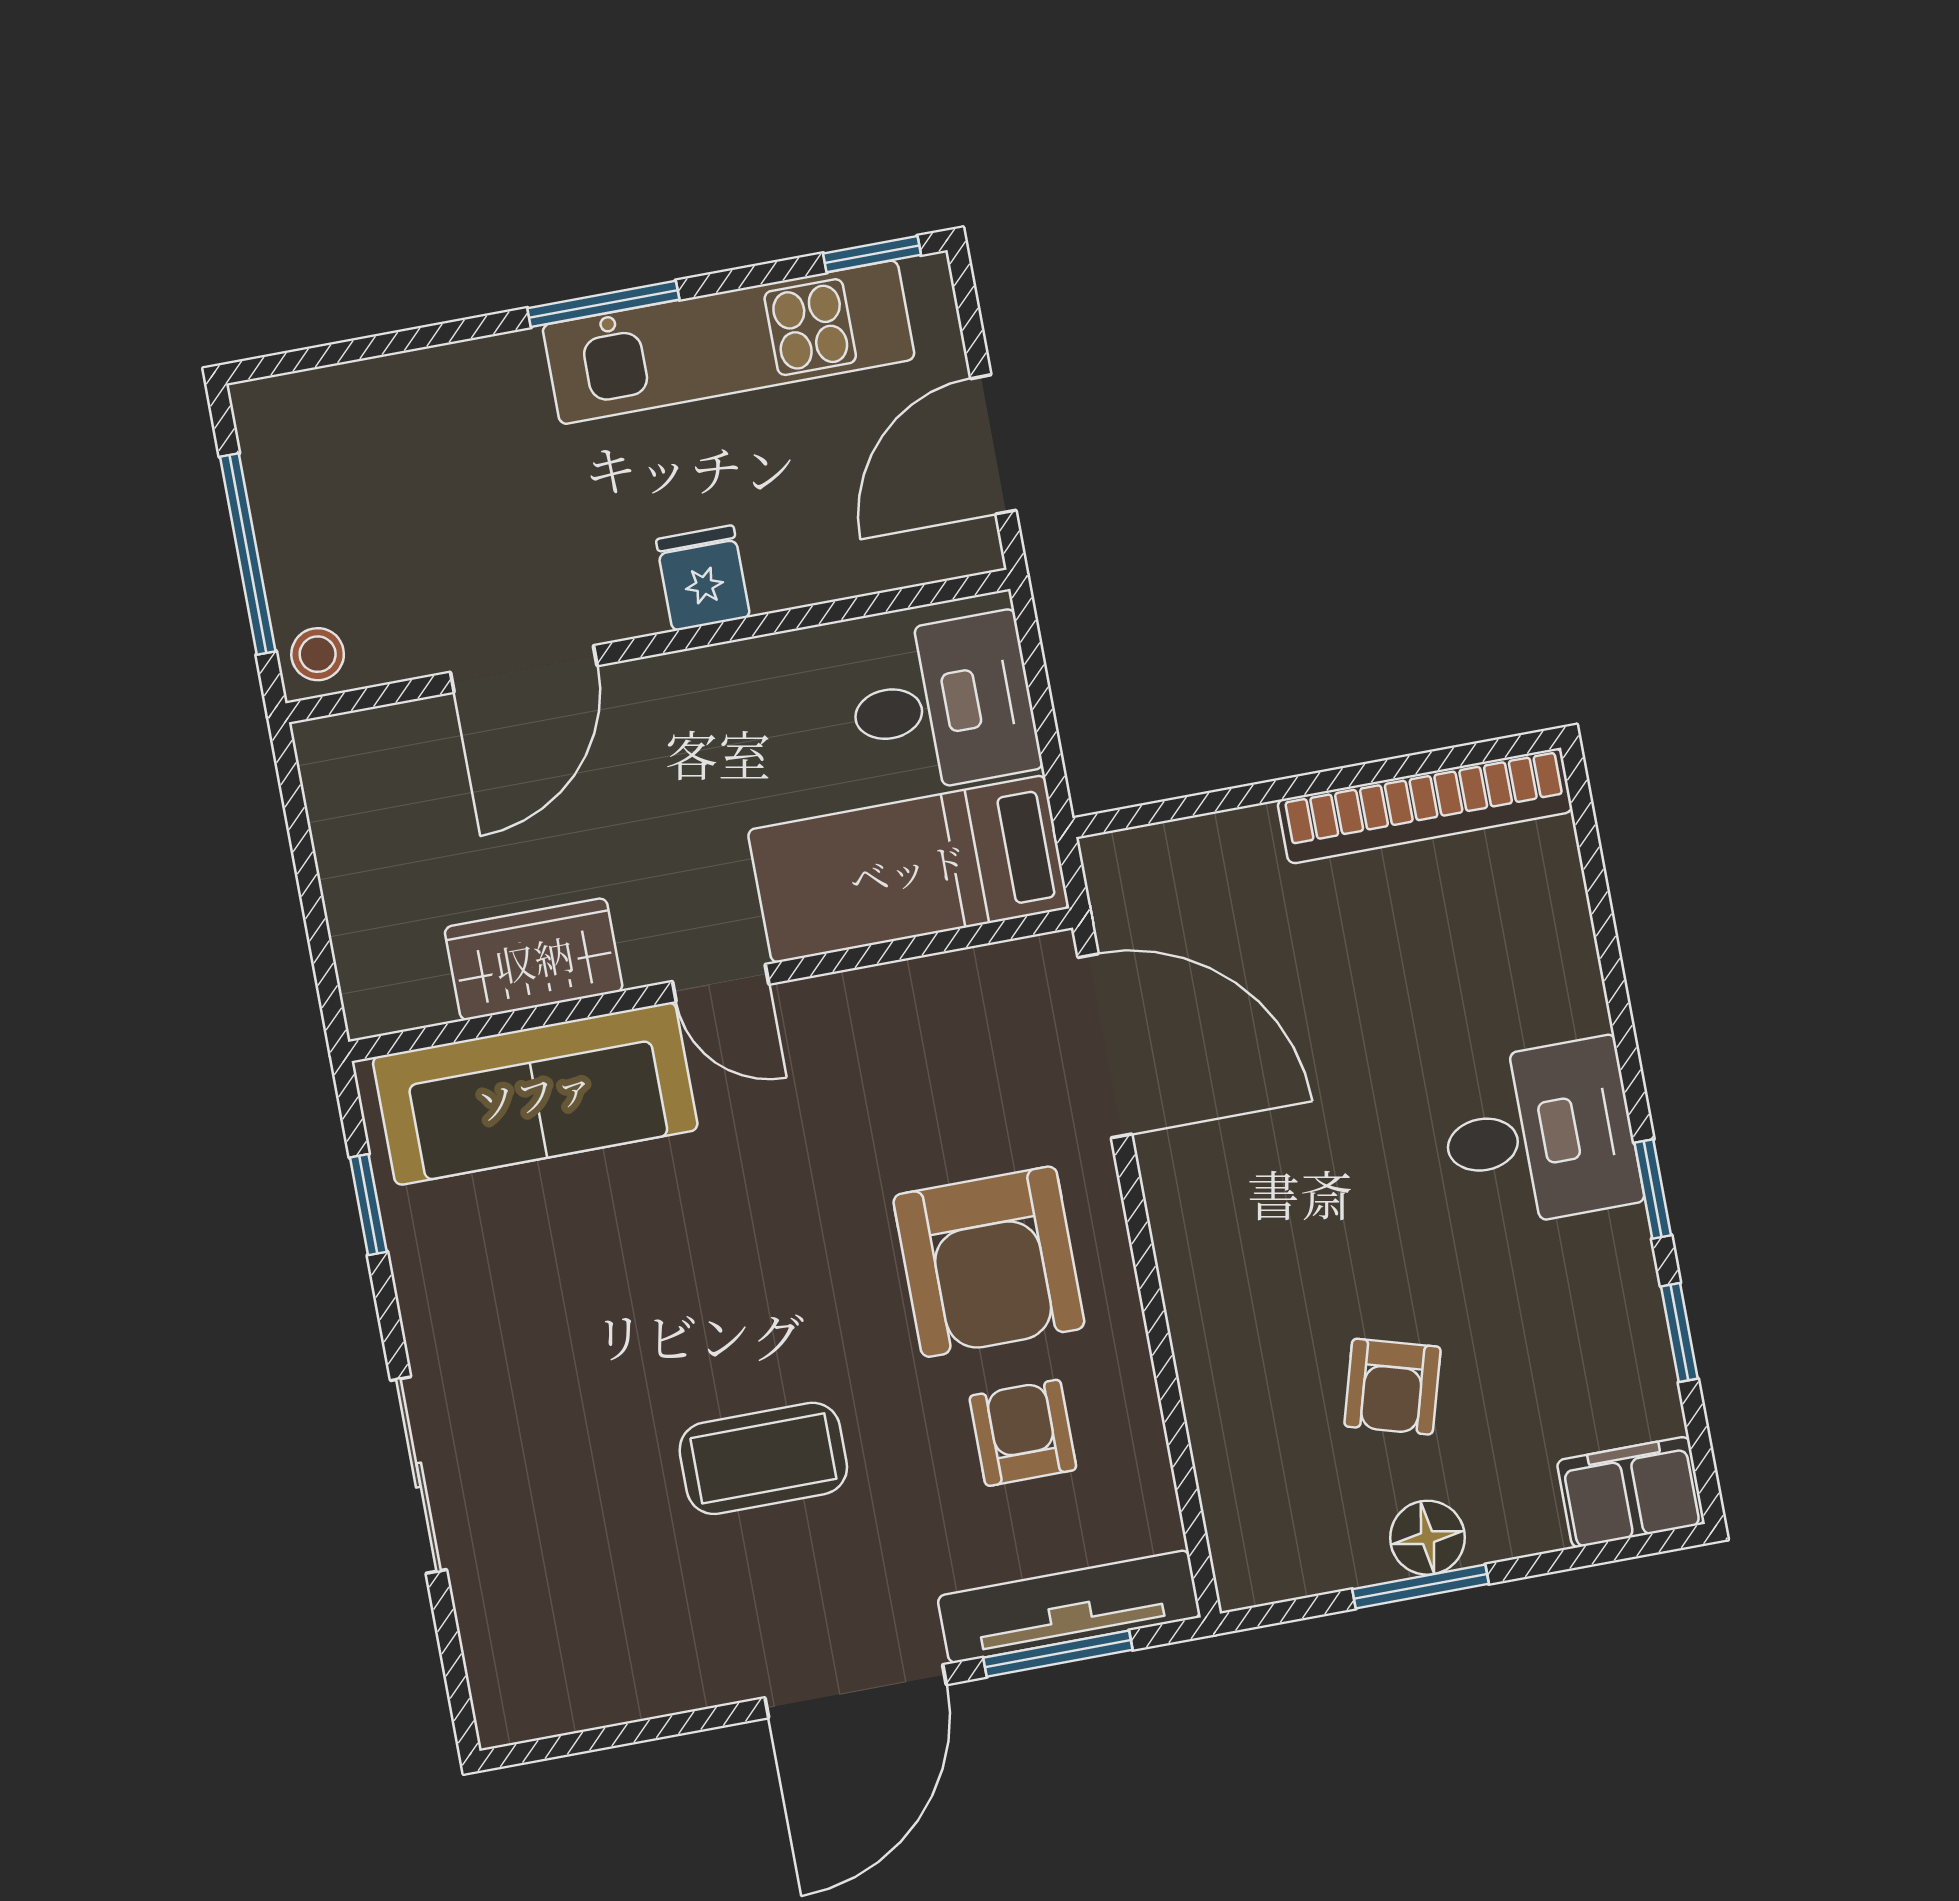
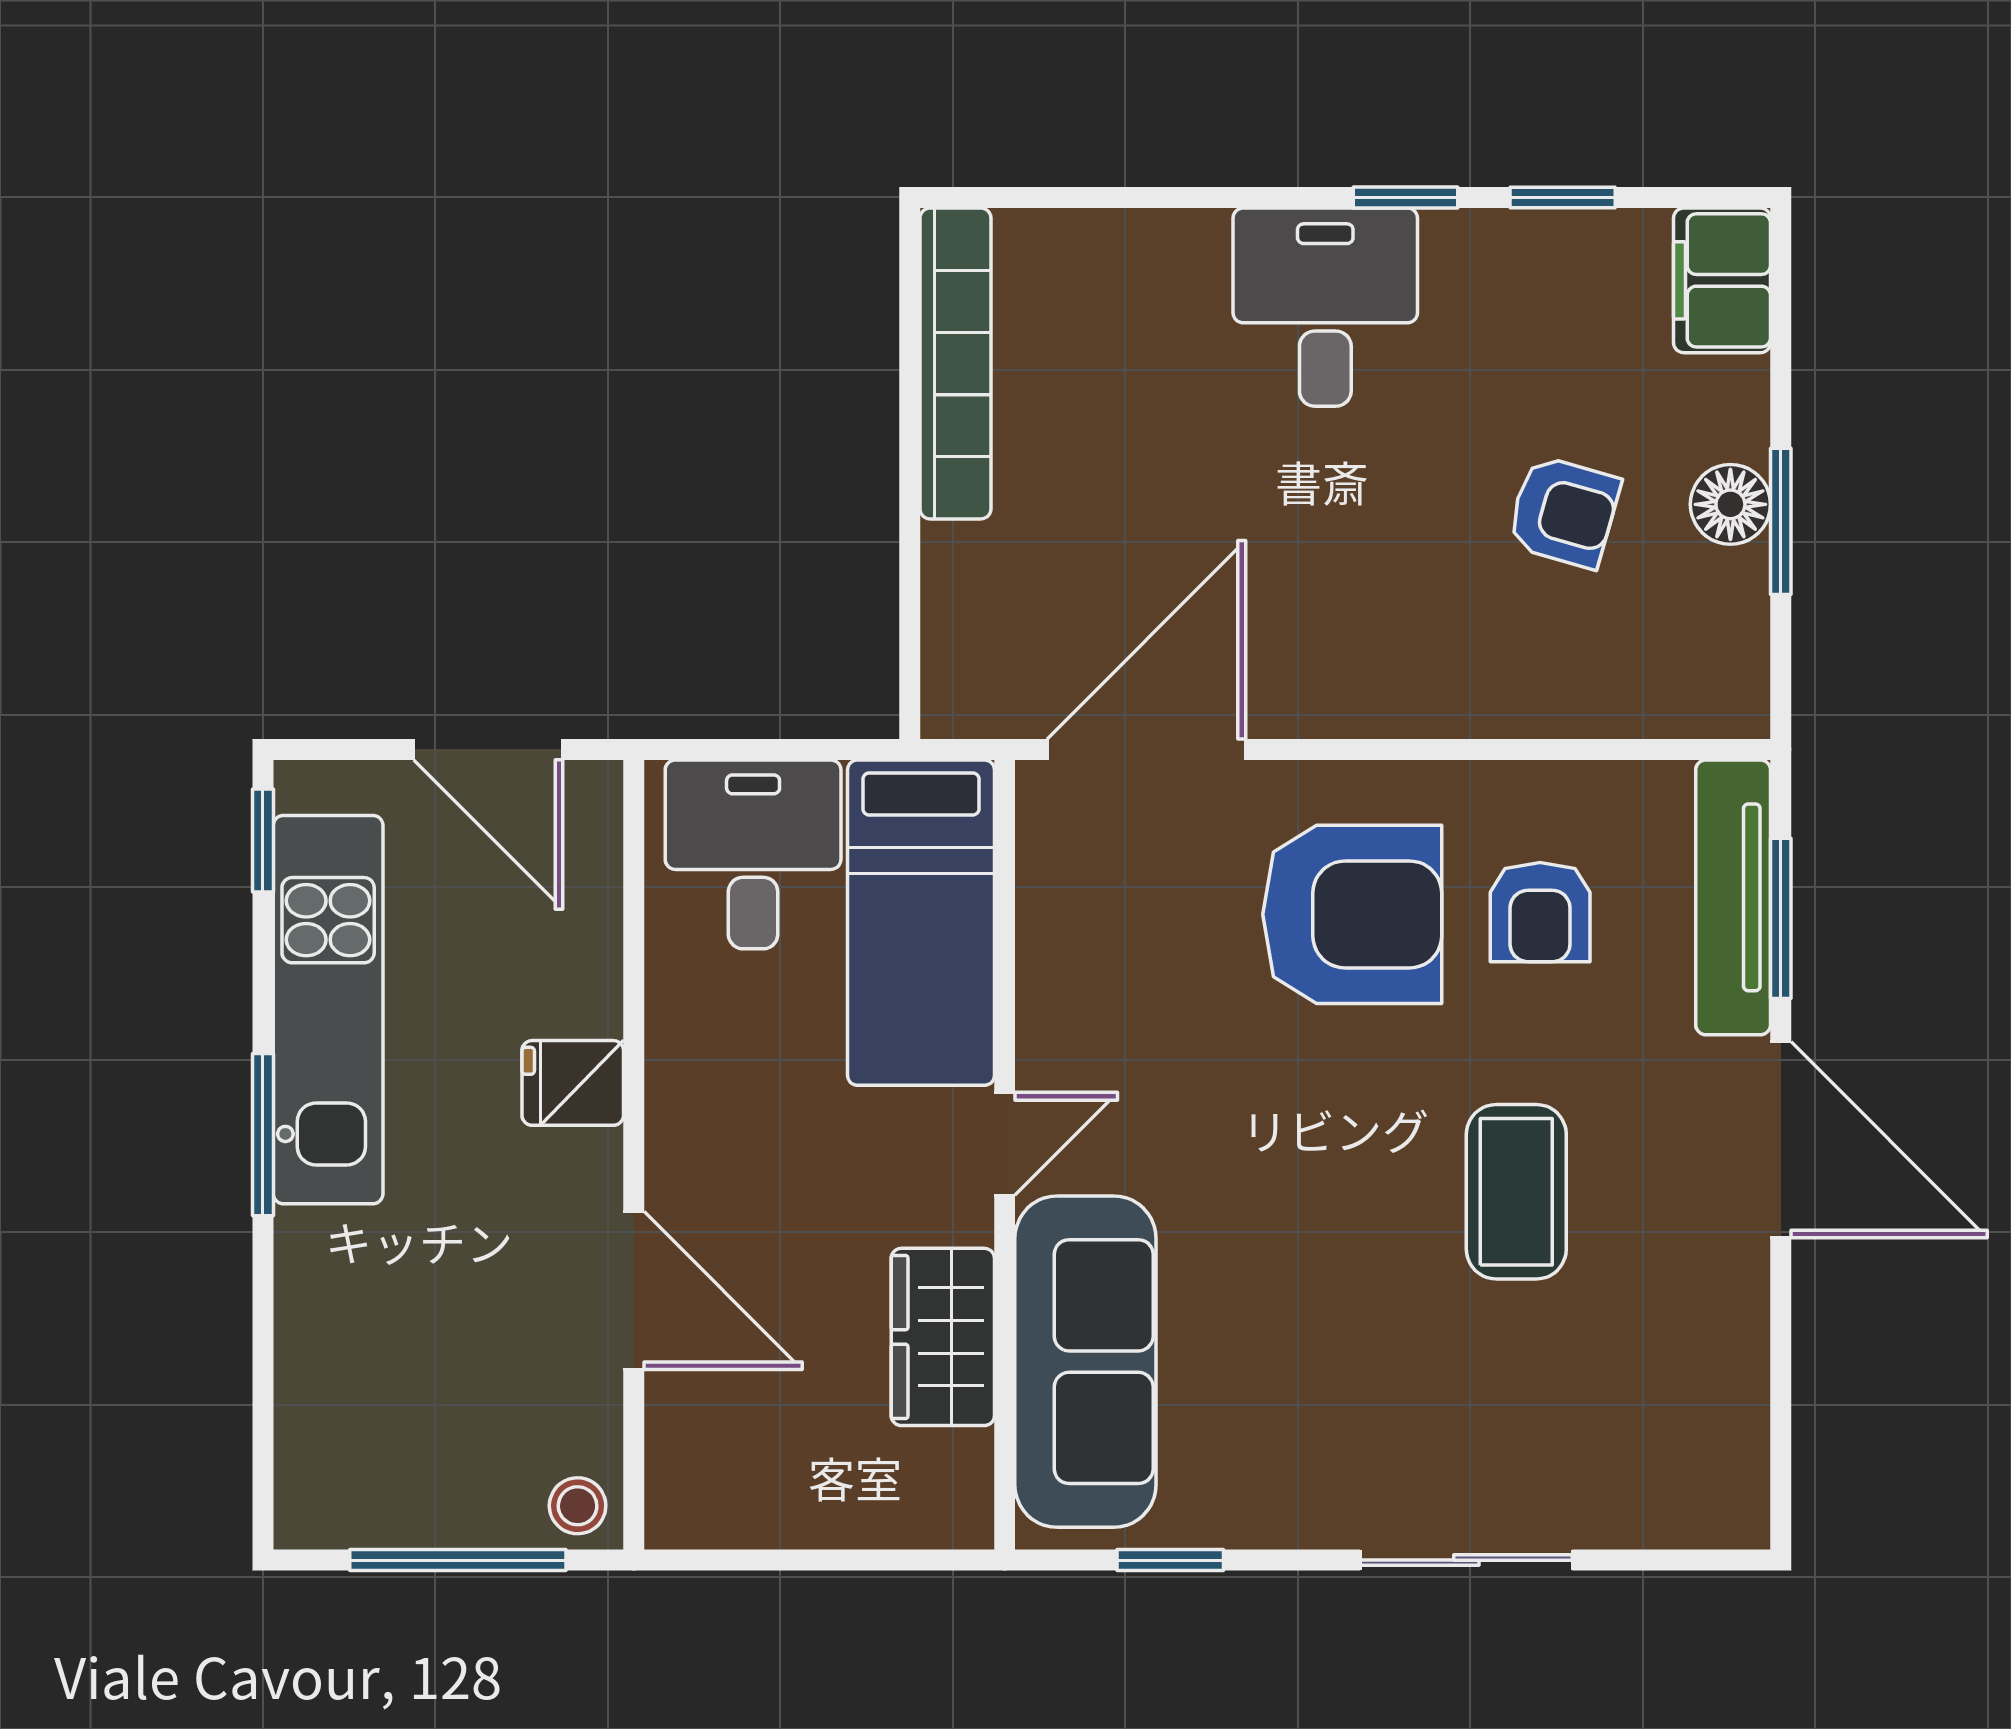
armchair: (1023, 1433) -> (1540, 912), turned -90

